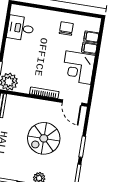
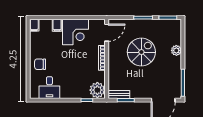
chair: (66, 29) -> (40, 64), moved
filing cabinet: (91, 37) -> (34, 25), moved
spiral stairs: (44, 138) -> (141, 52), turned -90

